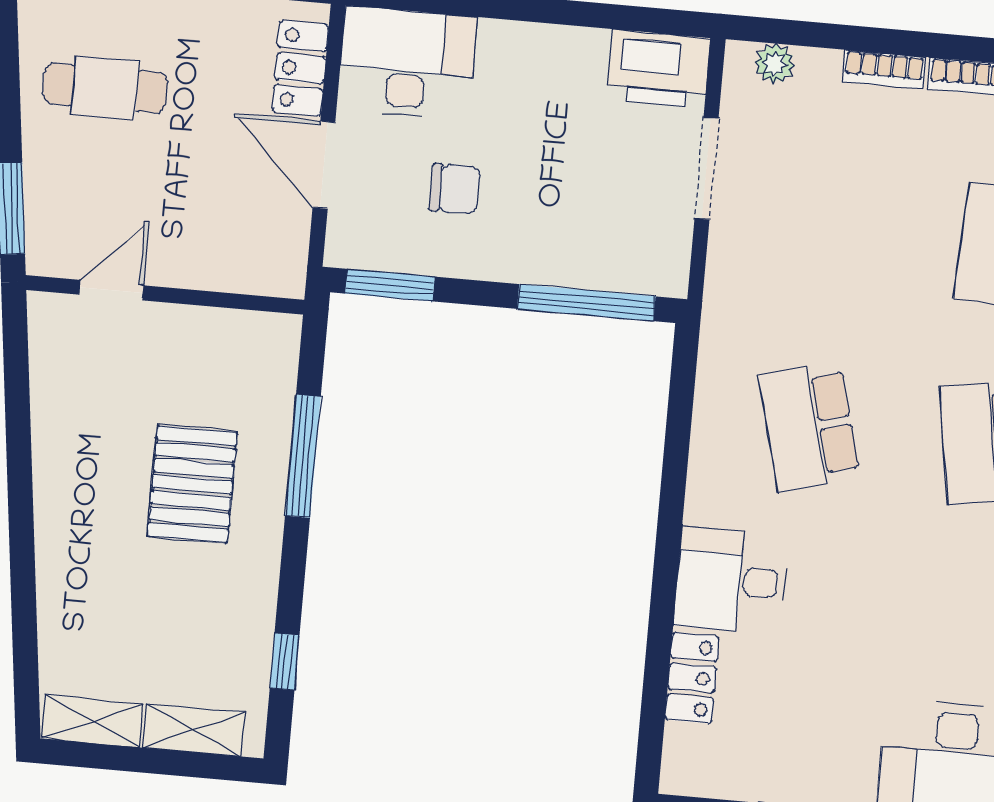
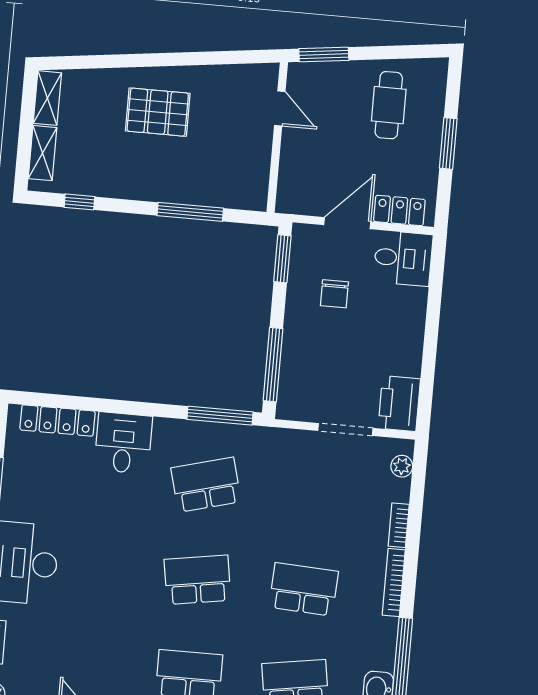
desk: (407, 63) -> (403, 258), width x0.73
window: (681, 401) -> (220, 416), added
pallet: (192, 484) -> (158, 112), moved
locker: (692, 678) -> (58, 421), width x1.53

